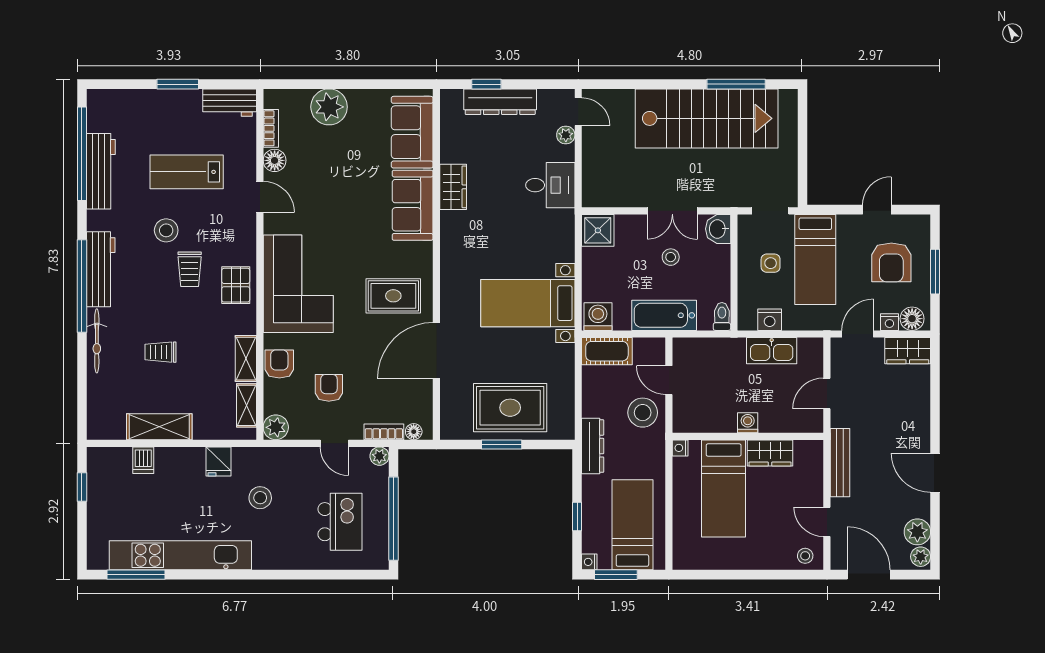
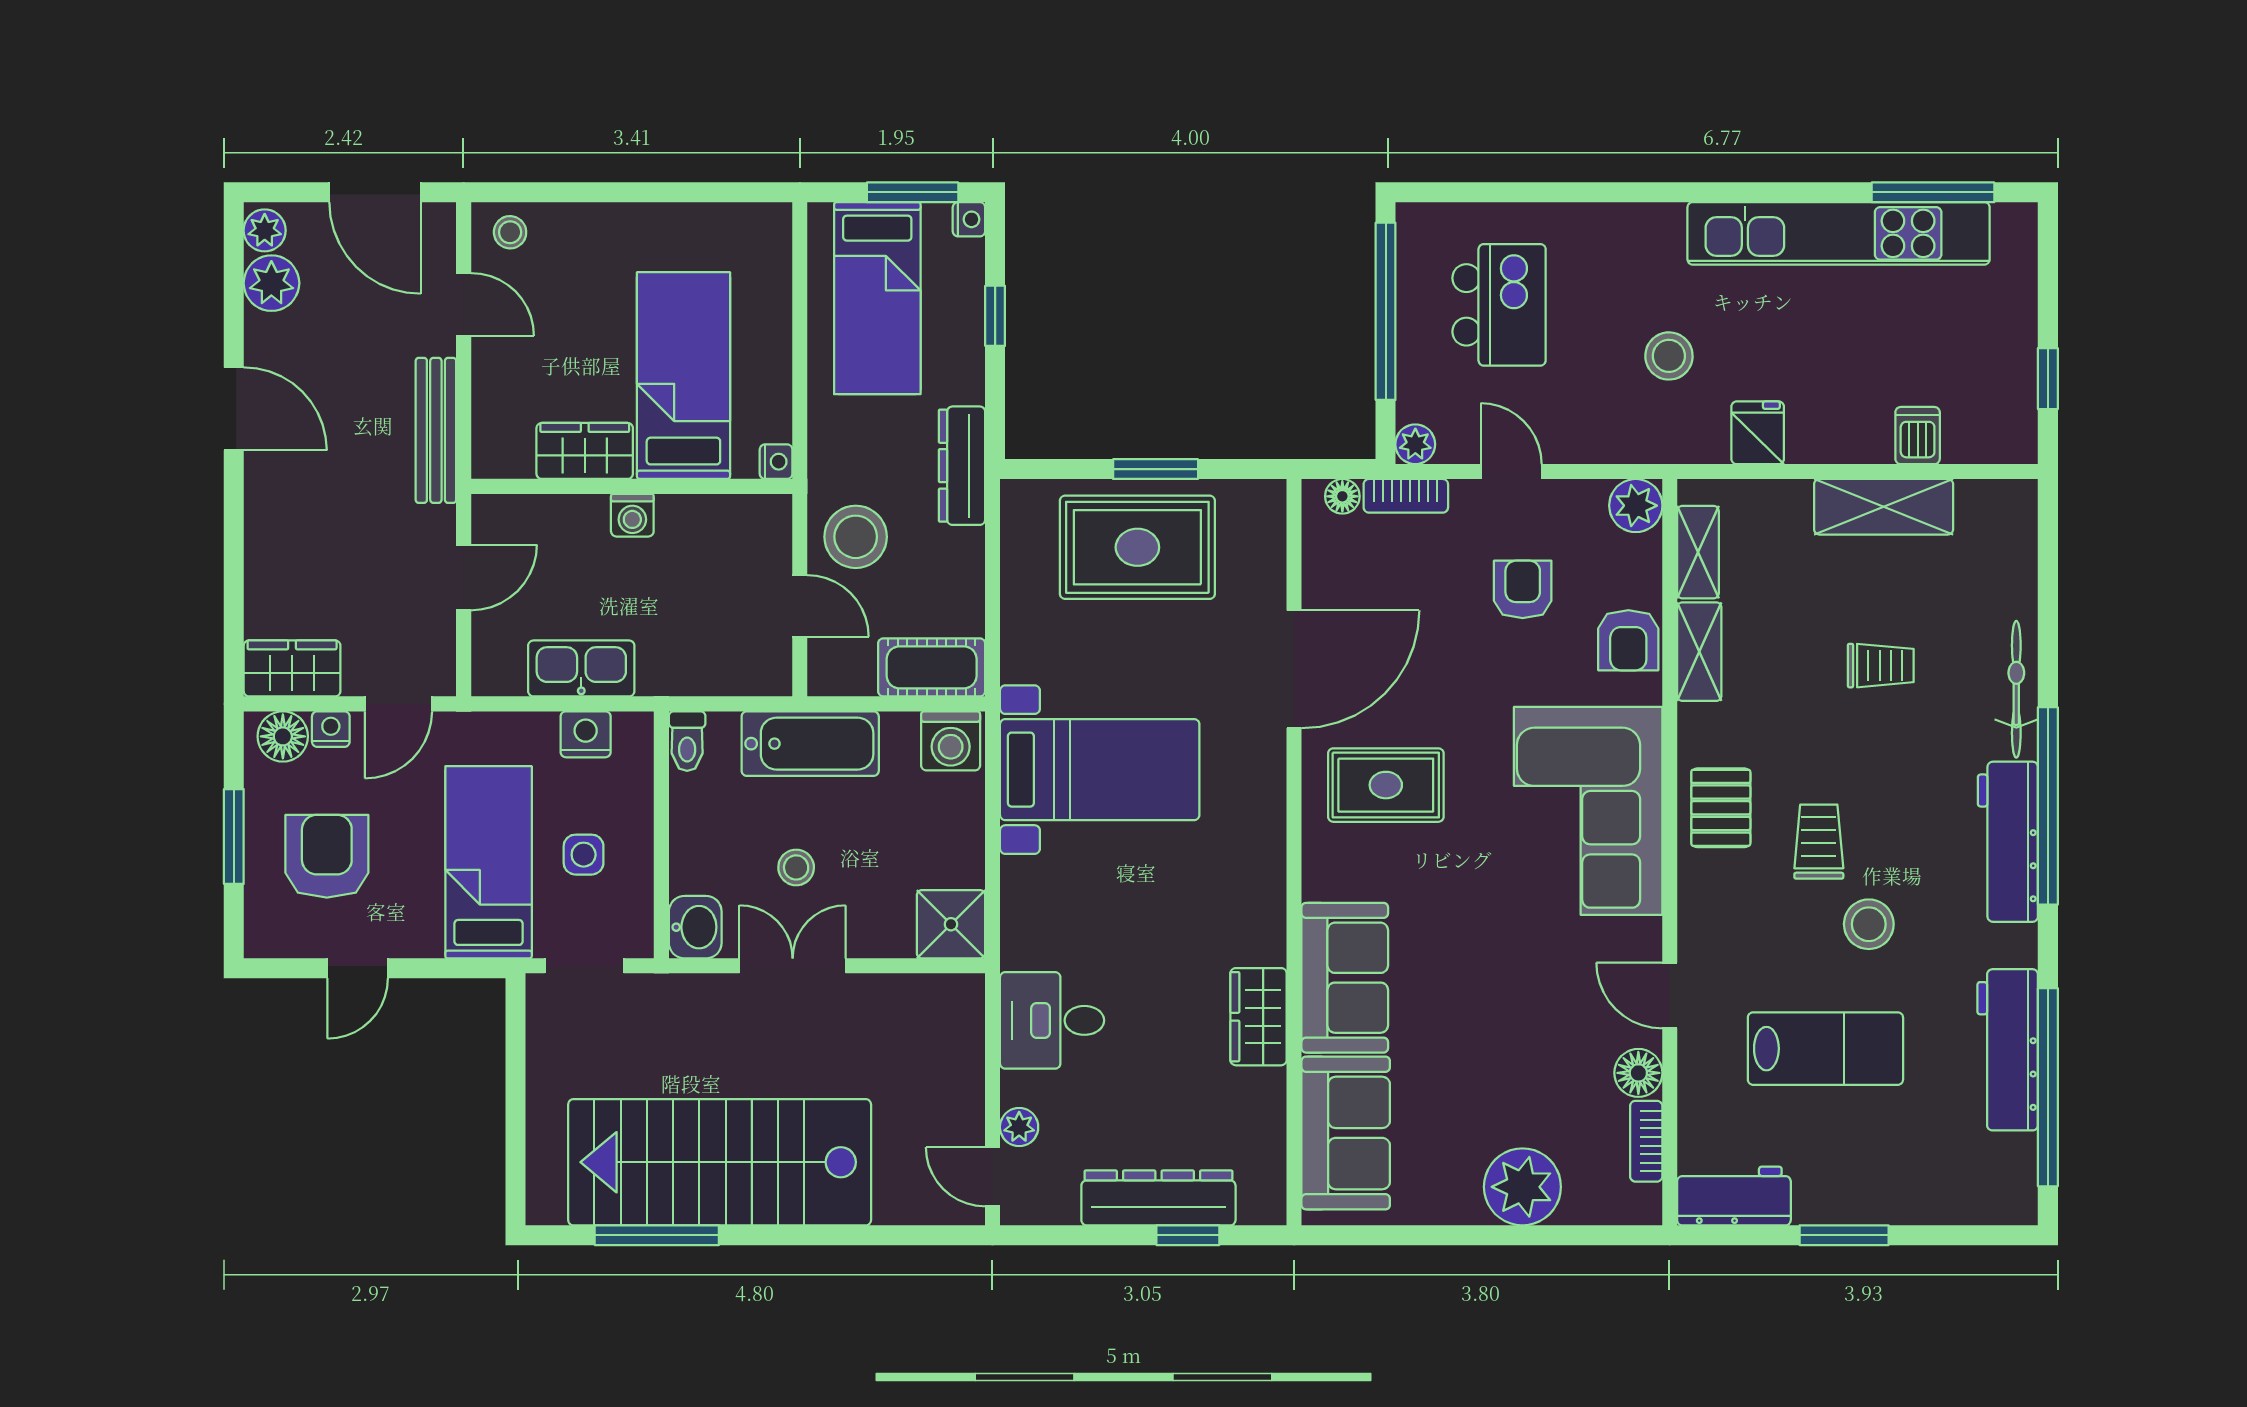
armchair: (329, 388) -> (1523, 589), turned 180
kitchen island: (340, 522) -> (1499, 305), turned 180

